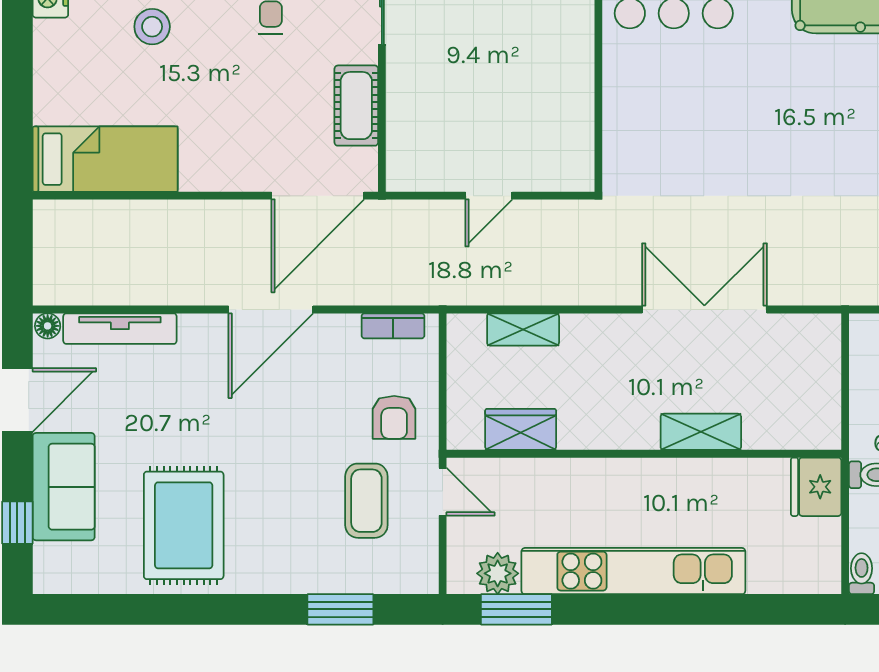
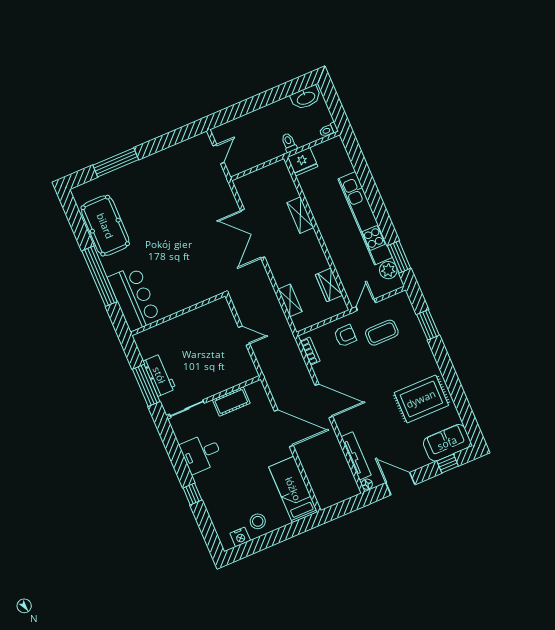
stool: (152, 27) -> (258, 521), moved
door: (318, 196) -> (284, 428), moved
sofa: (64, 487) -> (447, 443), moved

